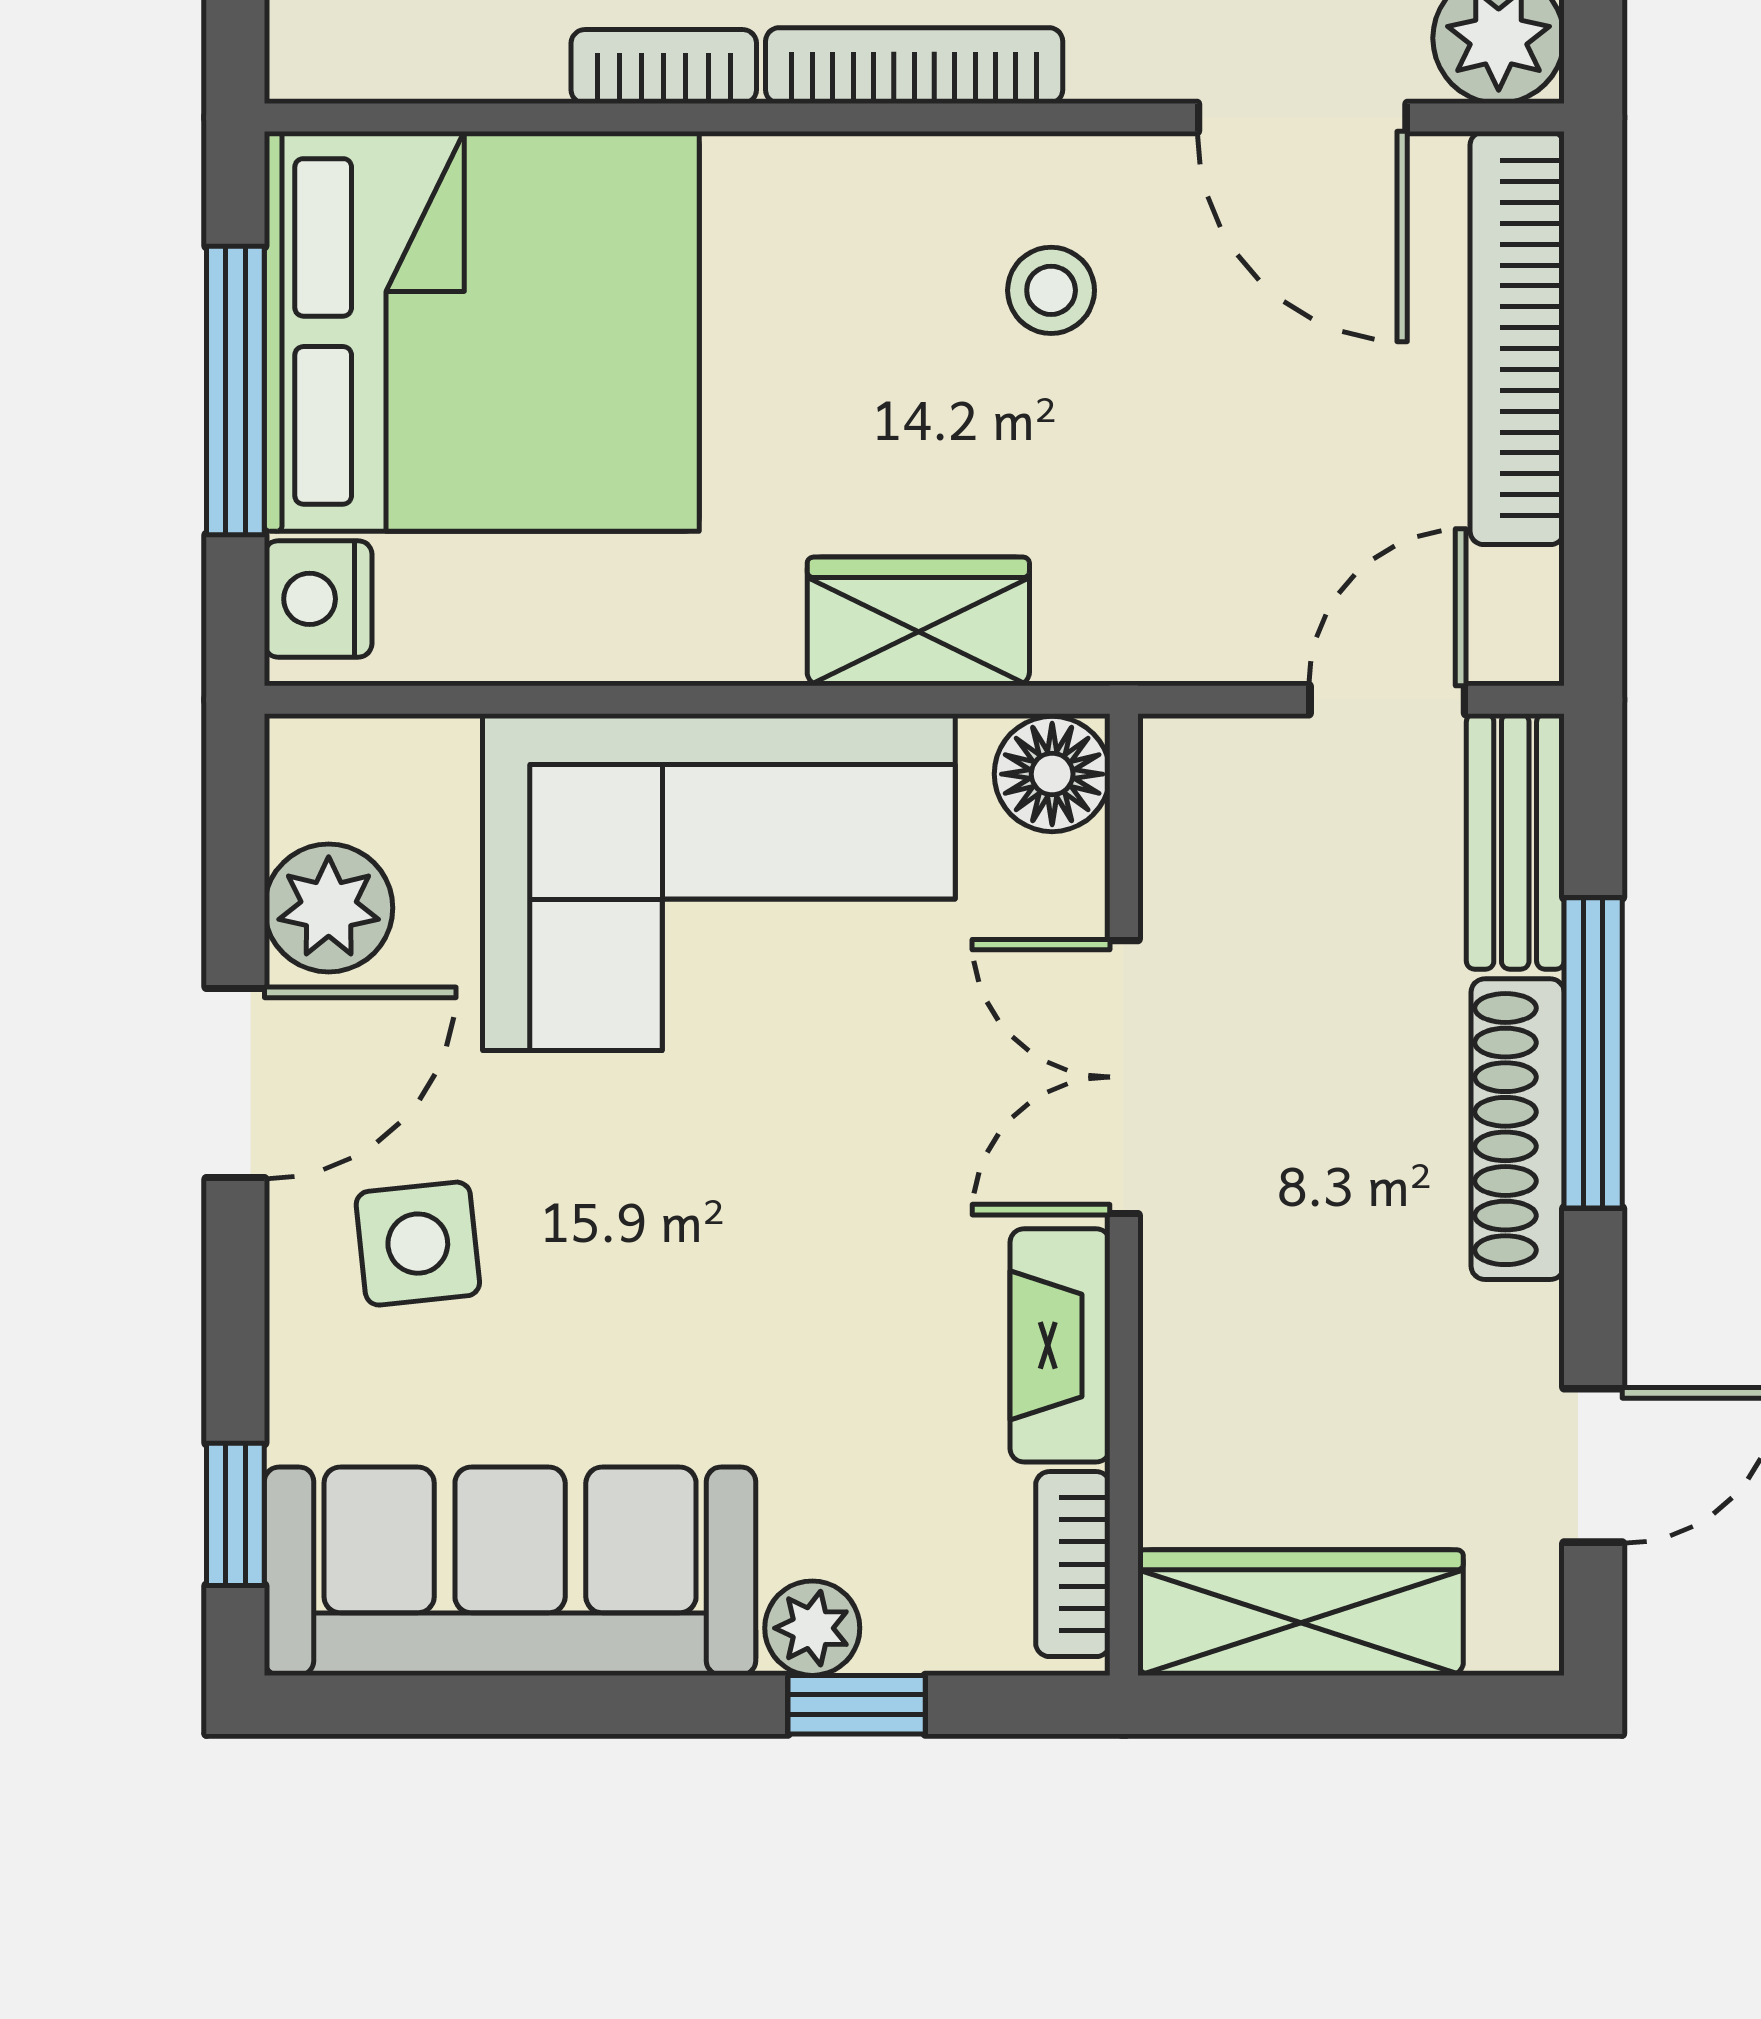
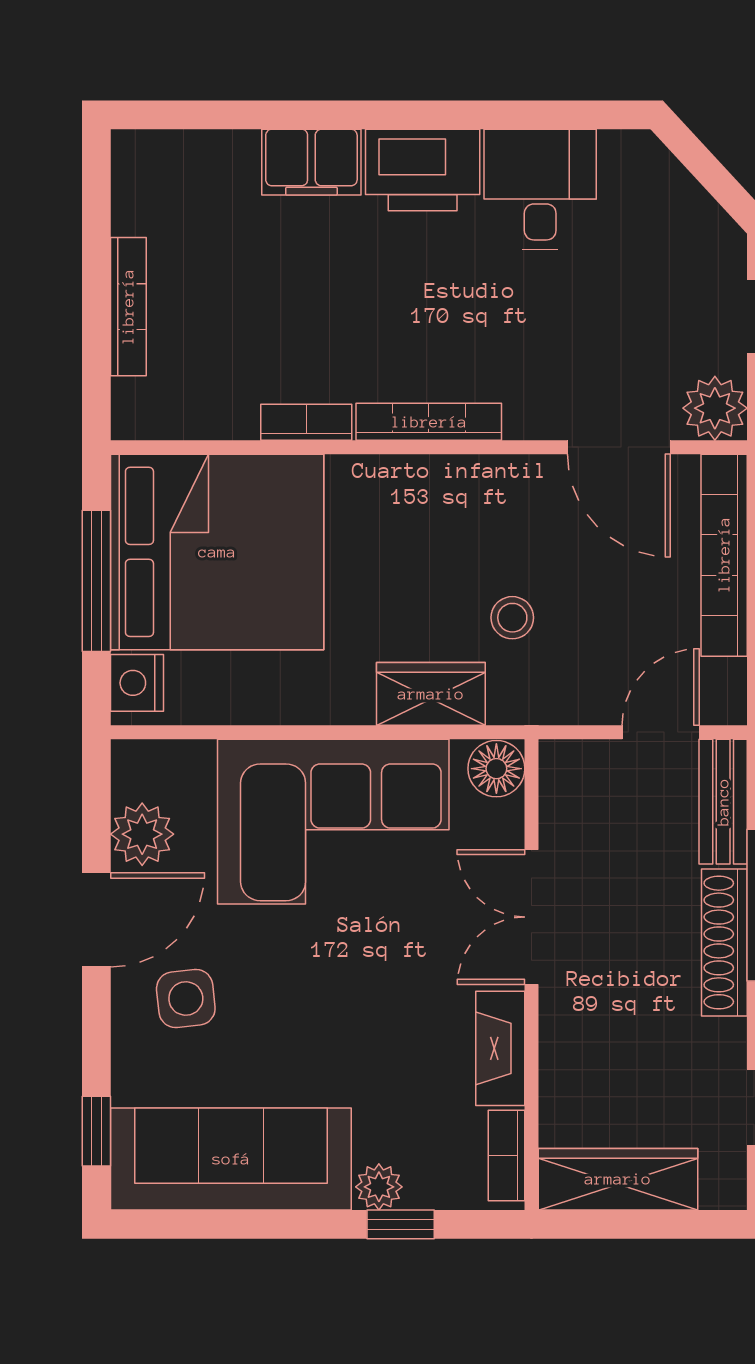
stool: (1051, 290) -> (512, 618), moved

